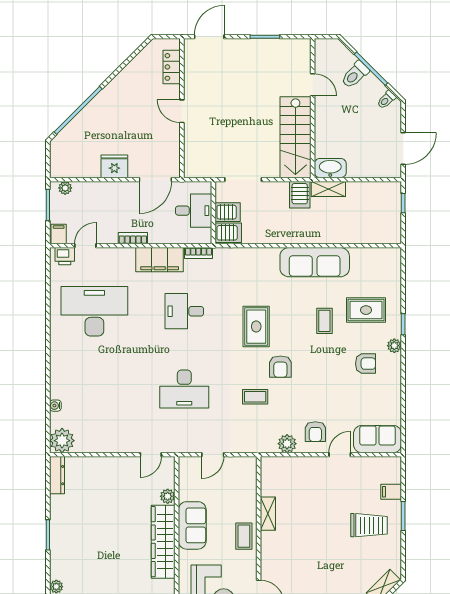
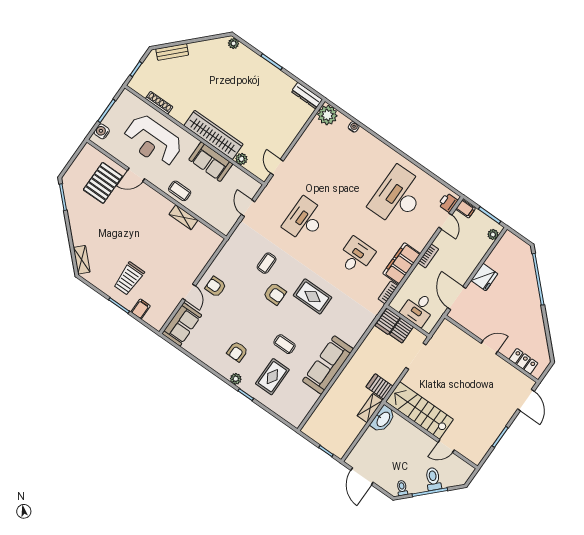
desk: (94, 311) -> (398, 196), turned 180
armchair: (280, 367) -> (275, 294), turned 180
plant: (287, 444) -> (221, 262), removed

